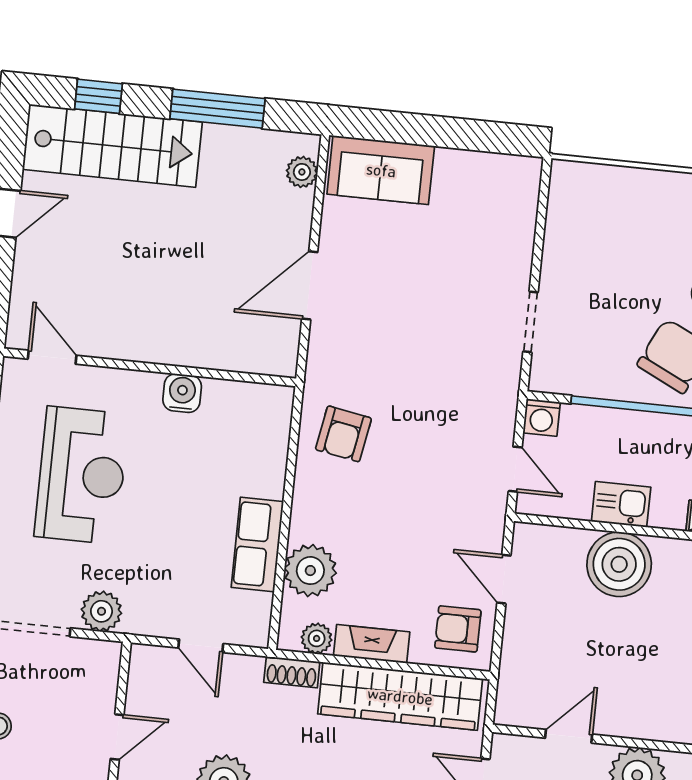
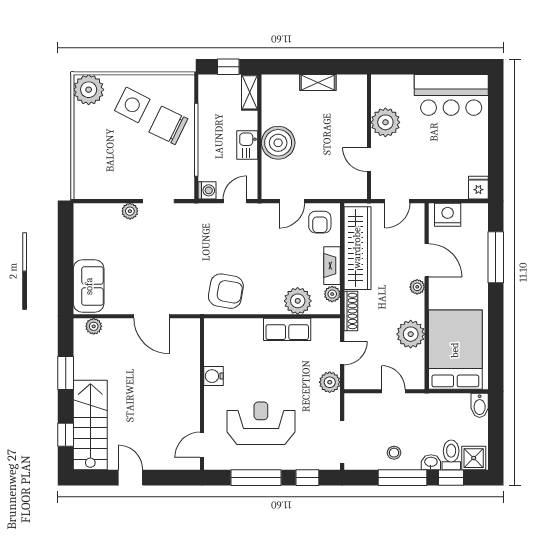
window: (217, 109) -> (66, 373), width x0.69
plant: (517, 265) -> (130, 211), added
armchair: (343, 434) -> (226, 291), width x1.38, depth x1.38
plant: (101, 611) -> (330, 382), moved
shoe rack: (292, 672) -> (351, 311), width x1.43

